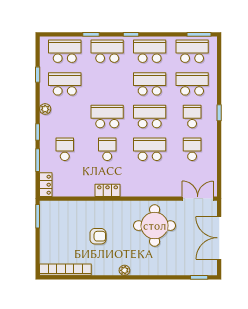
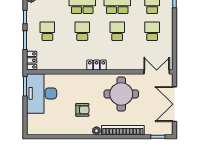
school desk: (150, 149) -> (117, 31), width x0.54
locker: (108, 190) -> (97, 65), moved
desk: (58, 225) -> (42, 93), added
armchair: (98, 236) -> (82, 110), moved
bookcase: (65, 270) -> (123, 130), moved

